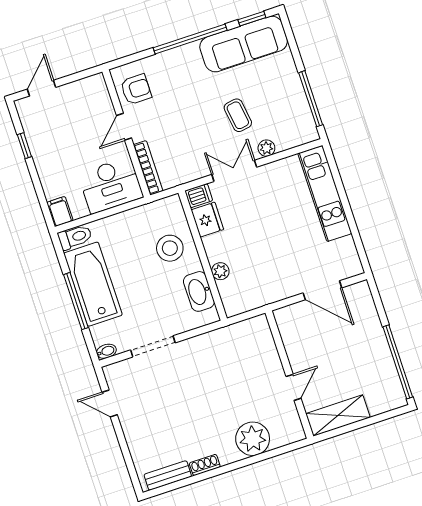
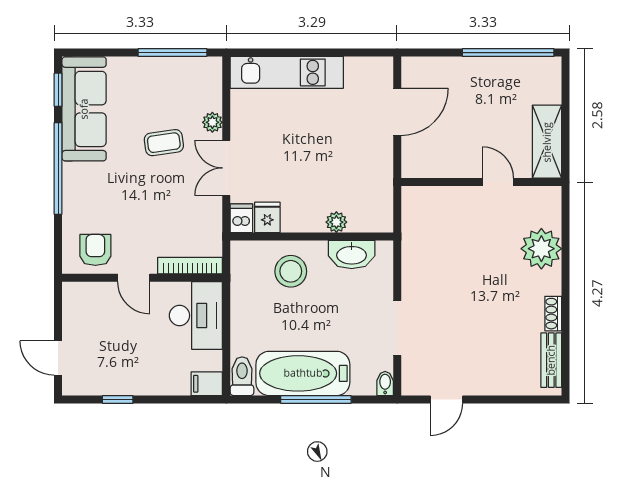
fridge: (207, 220) -> (267, 217), width x0.72

